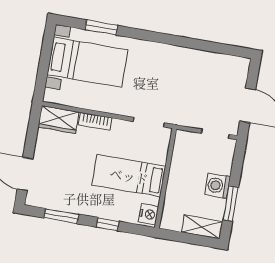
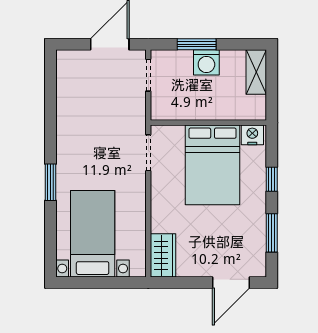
window: (101, 27) -> (51, 182), moved
bookcase: (95, 121) -> (158, 214), removed
bed: (129, 176) -> (213, 165), width x1.50
window: (231, 204) -> (197, 44), moved

